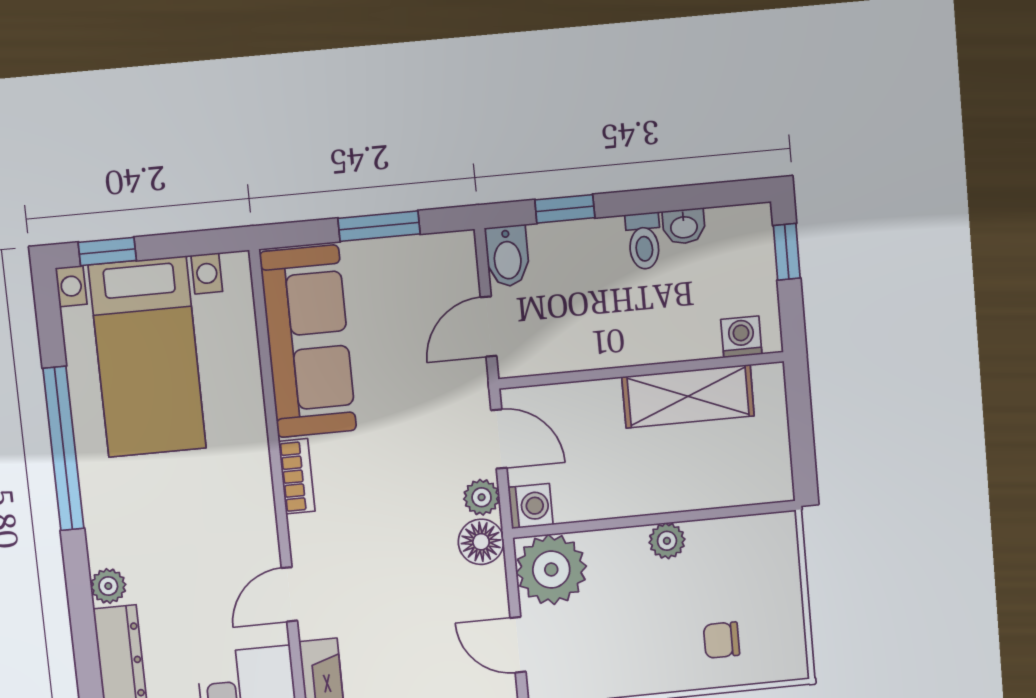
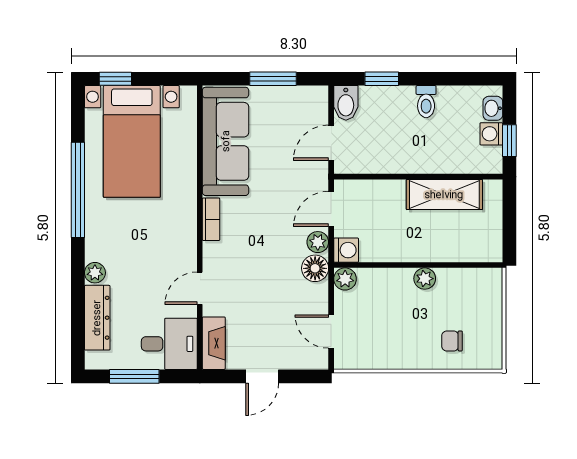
washbasin: (684, 226) -> (493, 108), moved, turned 90
window: (787, 252) -> (509, 141), moved
washing machine: (741, 337) -> (491, 134), moved, turned -90
door: (499, 439) -> (331, 209), swing flipped
plant: (551, 570) -> (345, 279), width x0.53, depth x0.53

